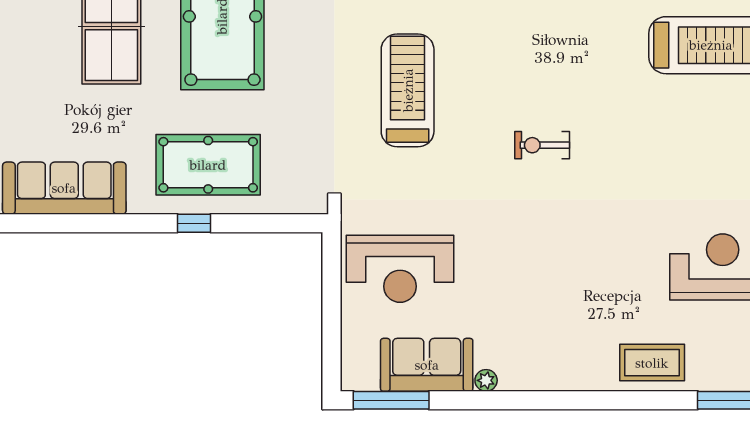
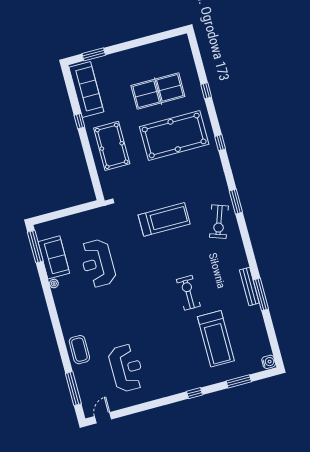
exercise bike: (542, 145) -> (188, 293), moved, width x1.38, depth x1.39
window: (194, 223) -> (79, 121), moved
reception desk: (400, 269) -> (98, 263), moved

